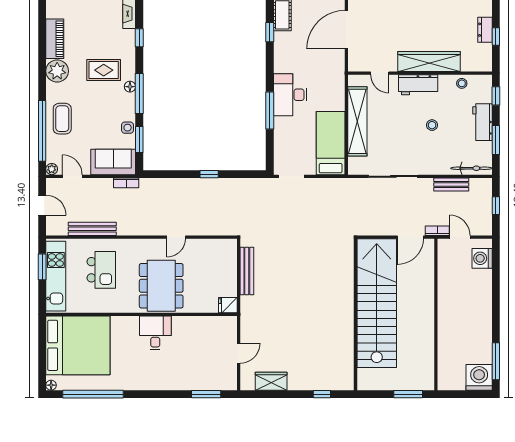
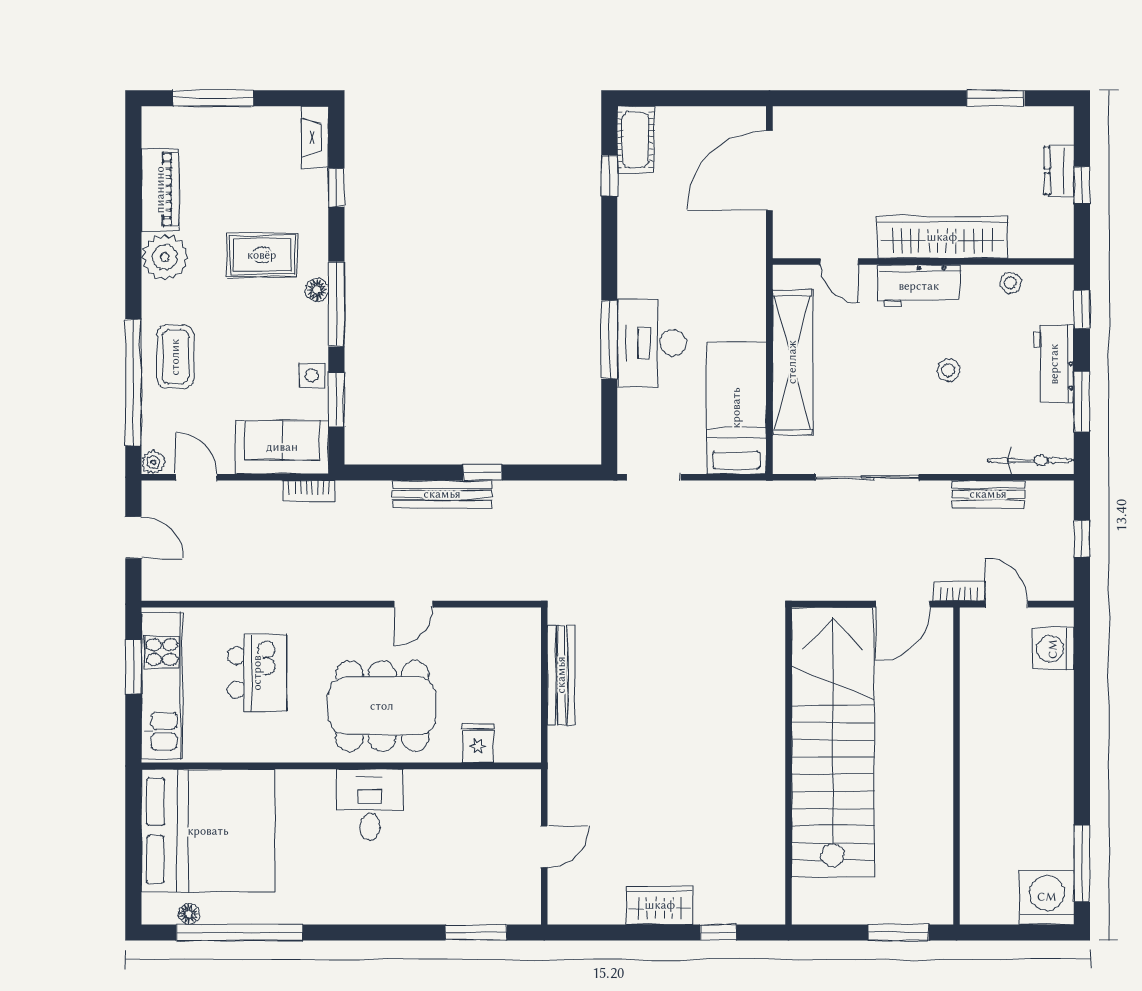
desk: (290, 95) -> (652, 343), moved
bench: (92, 229) -> (442, 494), moved
dining table: (161, 286) -> (382, 706), turned 90
fridge: (228, 305) -> (478, 743), moved, turned 90
wardrobe: (271, 381) -> (660, 905), moved
floor lamp: (51, 385) -> (189, 914), moved

